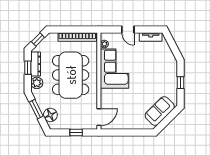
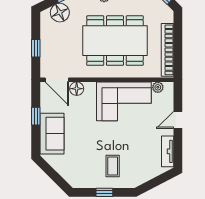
coffee table: (161, 77) -> (113, 166), added
floor lamp: (105, 103) -> (77, 89), added
sofa: (160, 111) -> (52, 134), moved, turned 45
window: (125, 132) -> (36, 116), added

